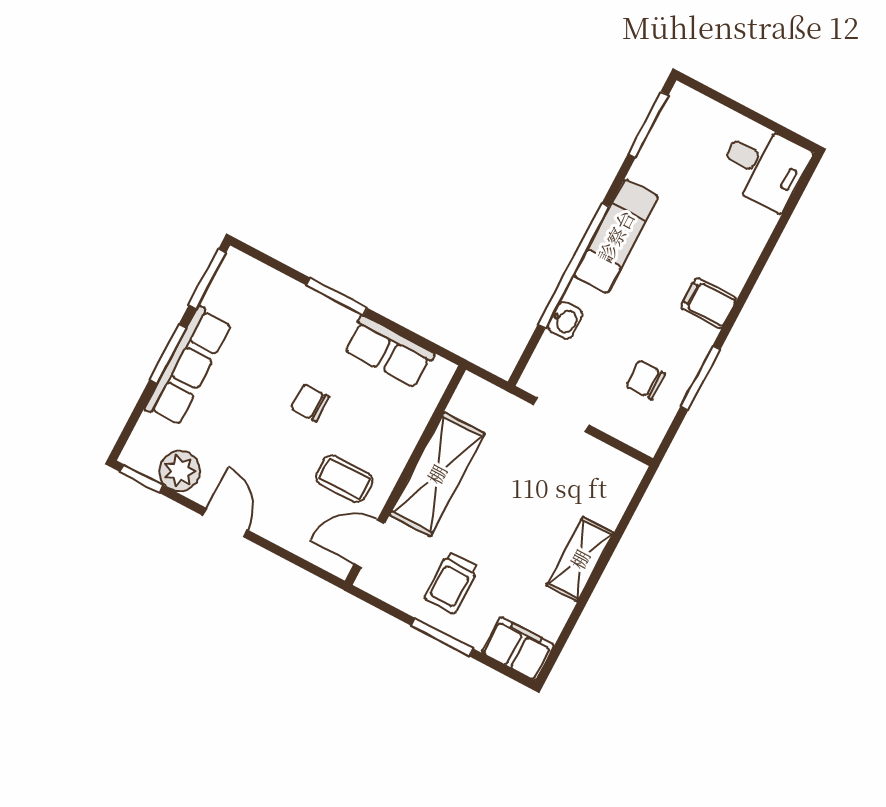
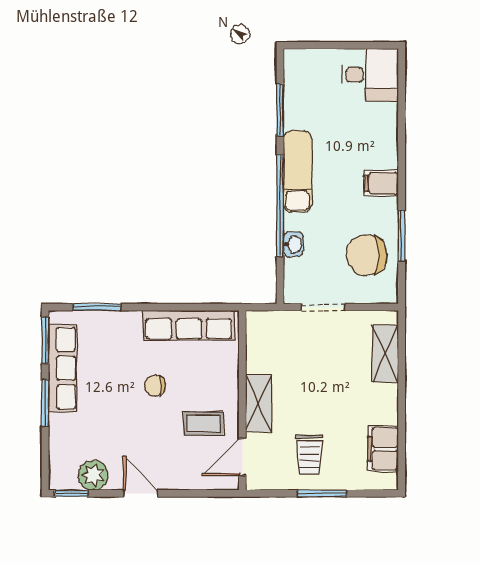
window: (648, 125) -> (280, 110), moved
window: (337, 297) -> (97, 307), moved
row of seats: (389, 352) -> (189, 325), width x1.48
row of seats: (188, 366) -> (63, 368), moved
chair: (646, 380) -> (366, 255), width x1.87, depth x1.87
shelving: (437, 474) -> (258, 403), width x0.67, depth x0.75
shelving: (580, 559) -> (385, 354), moved
filing cabinet: (518, 649) -> (383, 449), moved, turned -90

